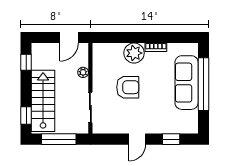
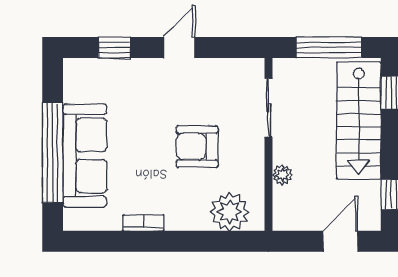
door: (69, 38) -> (340, 241), moved
plant: (134, 53) -> (230, 212), moved

